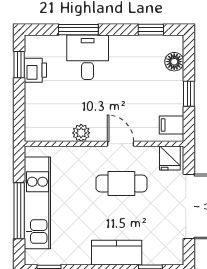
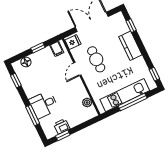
plant: (81, 133) -> (87, 102), moved

